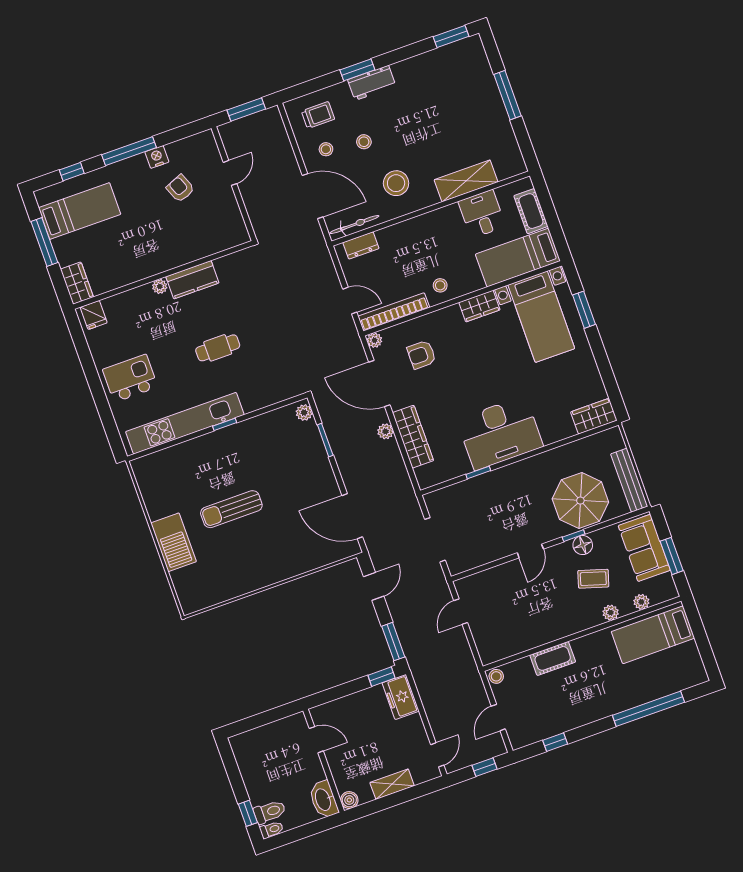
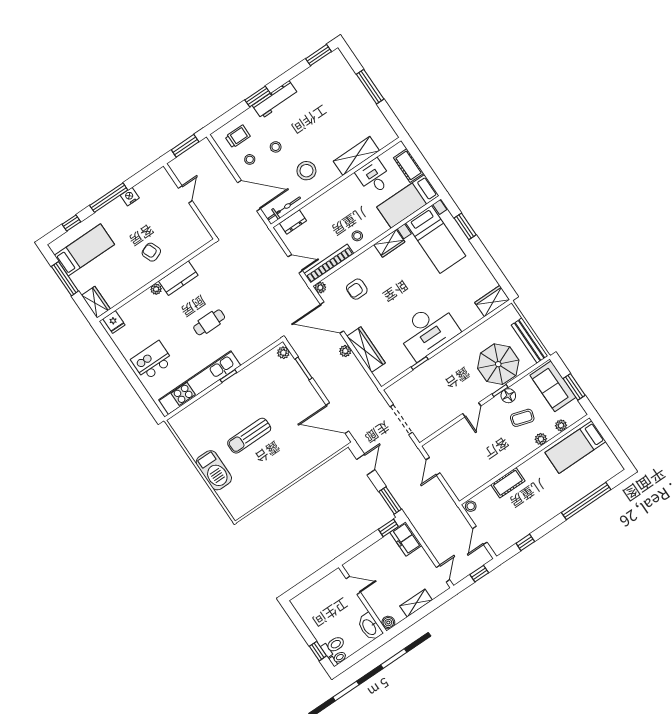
workbench: (372, 83) -> (275, 100), width x1.38
armchair: (180, 188) -> (151, 252), moved

